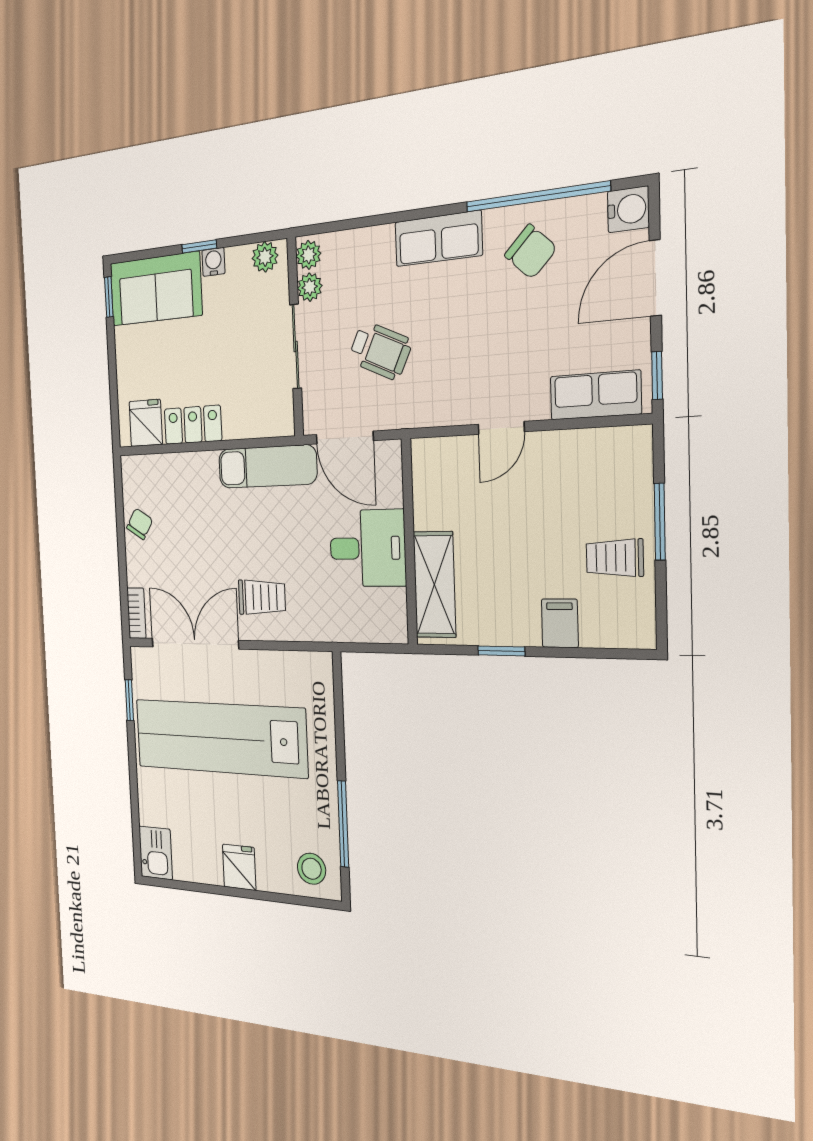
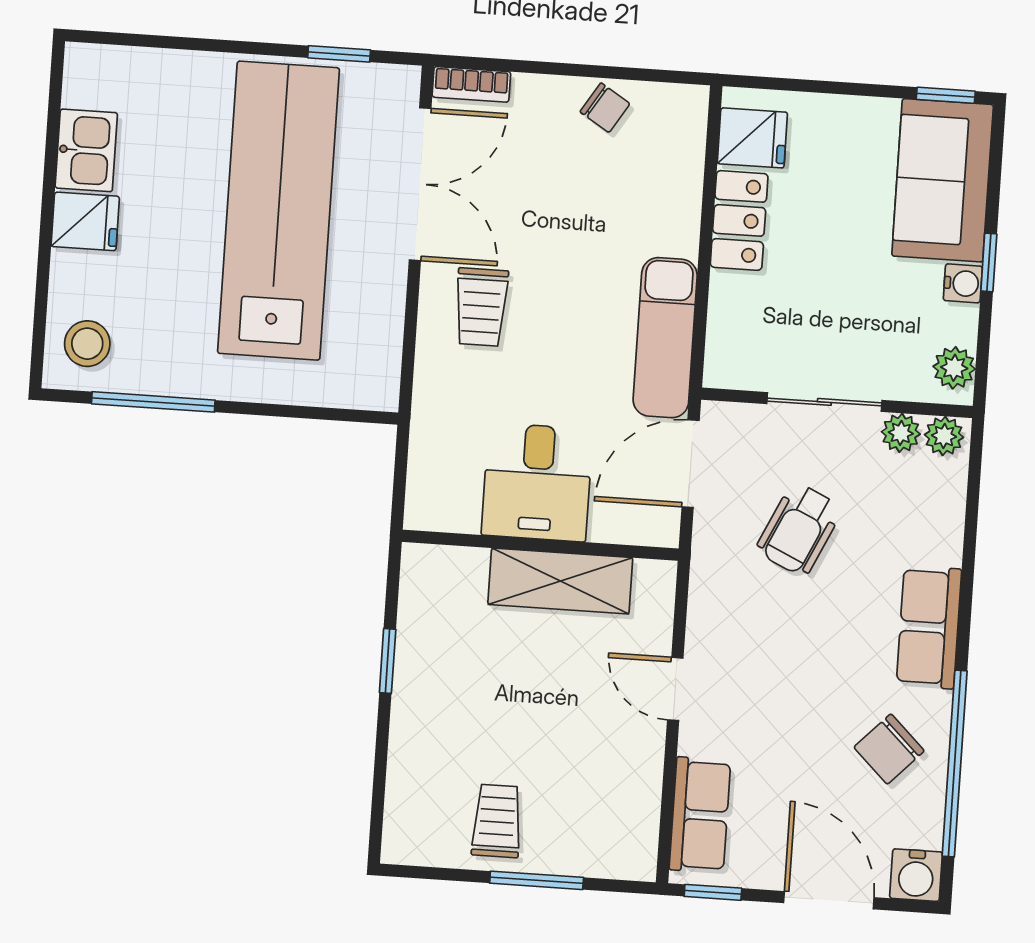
shelving: (434, 585) -> (560, 581), moved
filing cabinet: (560, 623) -> (419, 743), removed
kitchen sink: (156, 853) -> (86, 150), moved, turned -90

